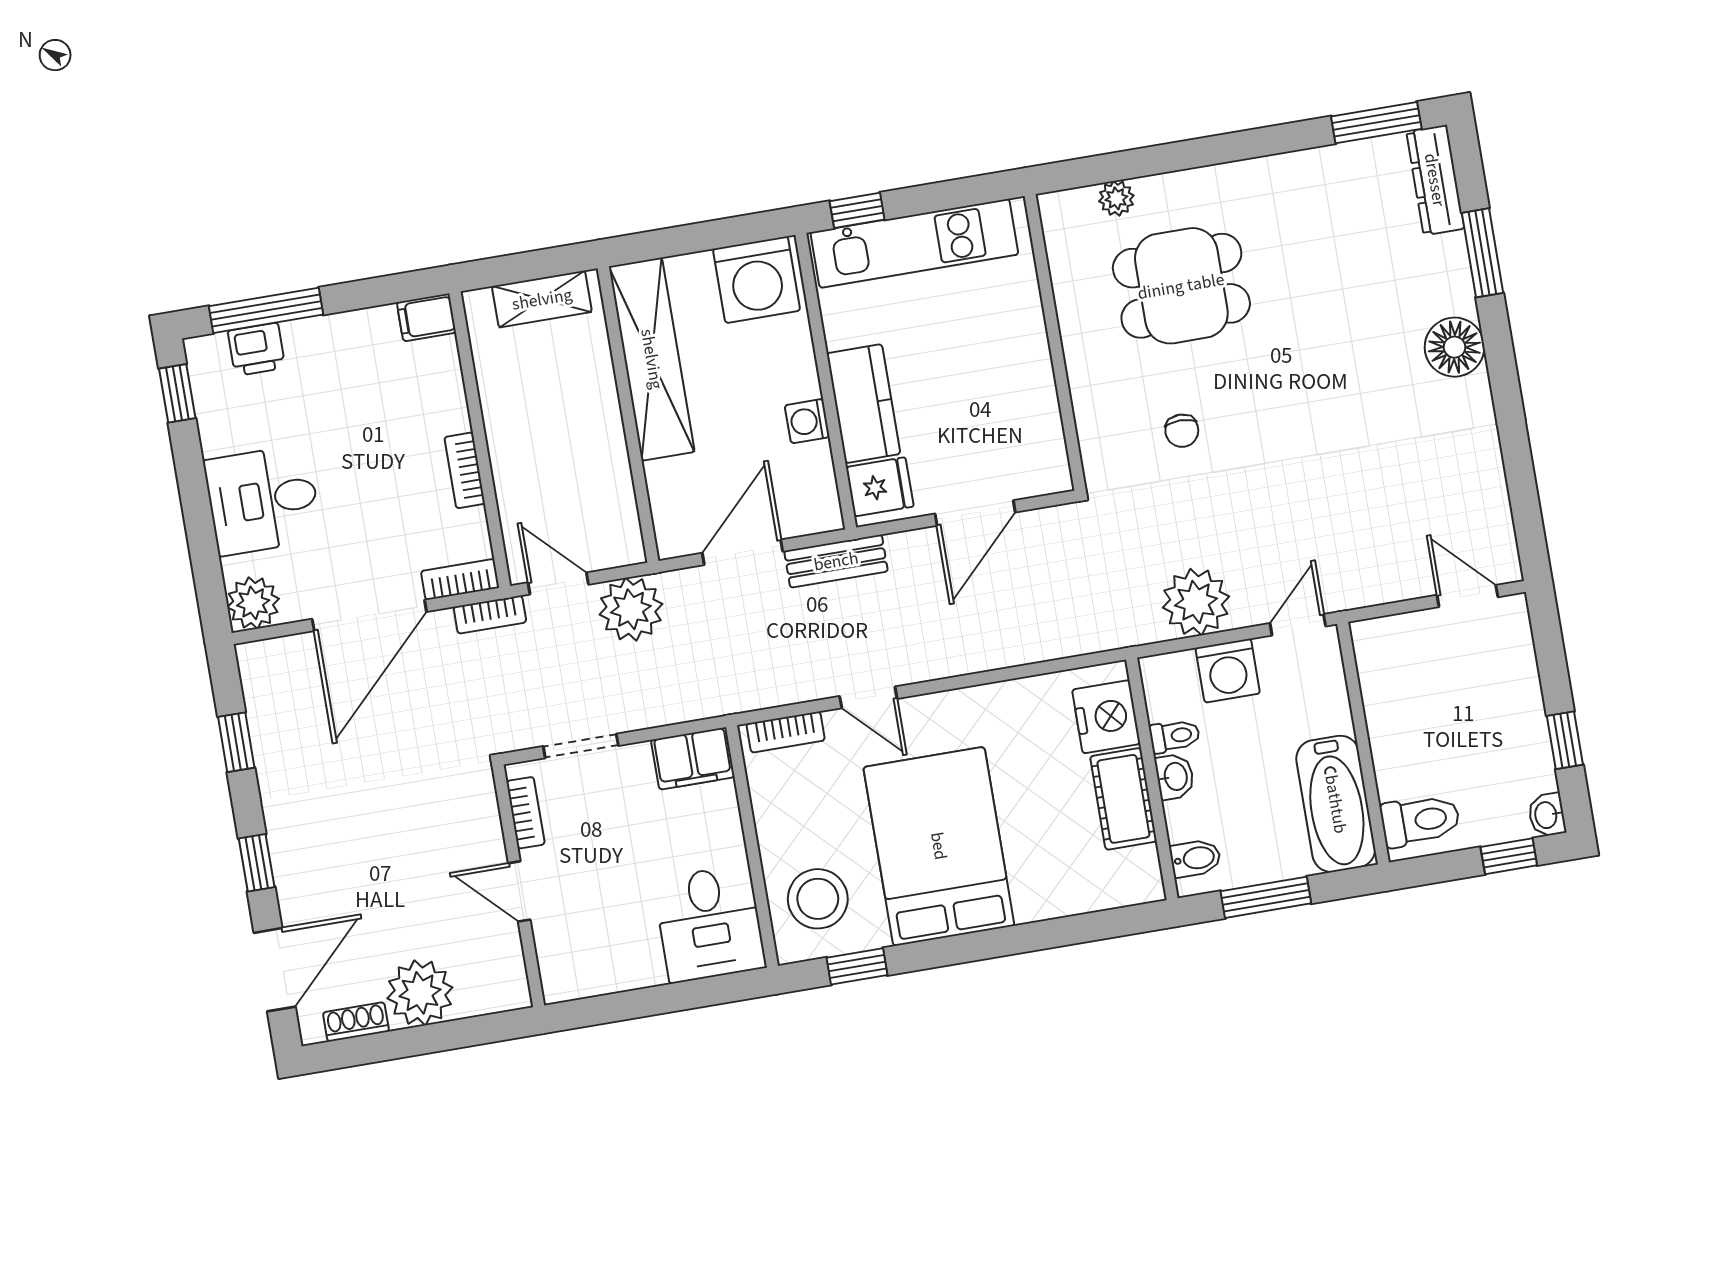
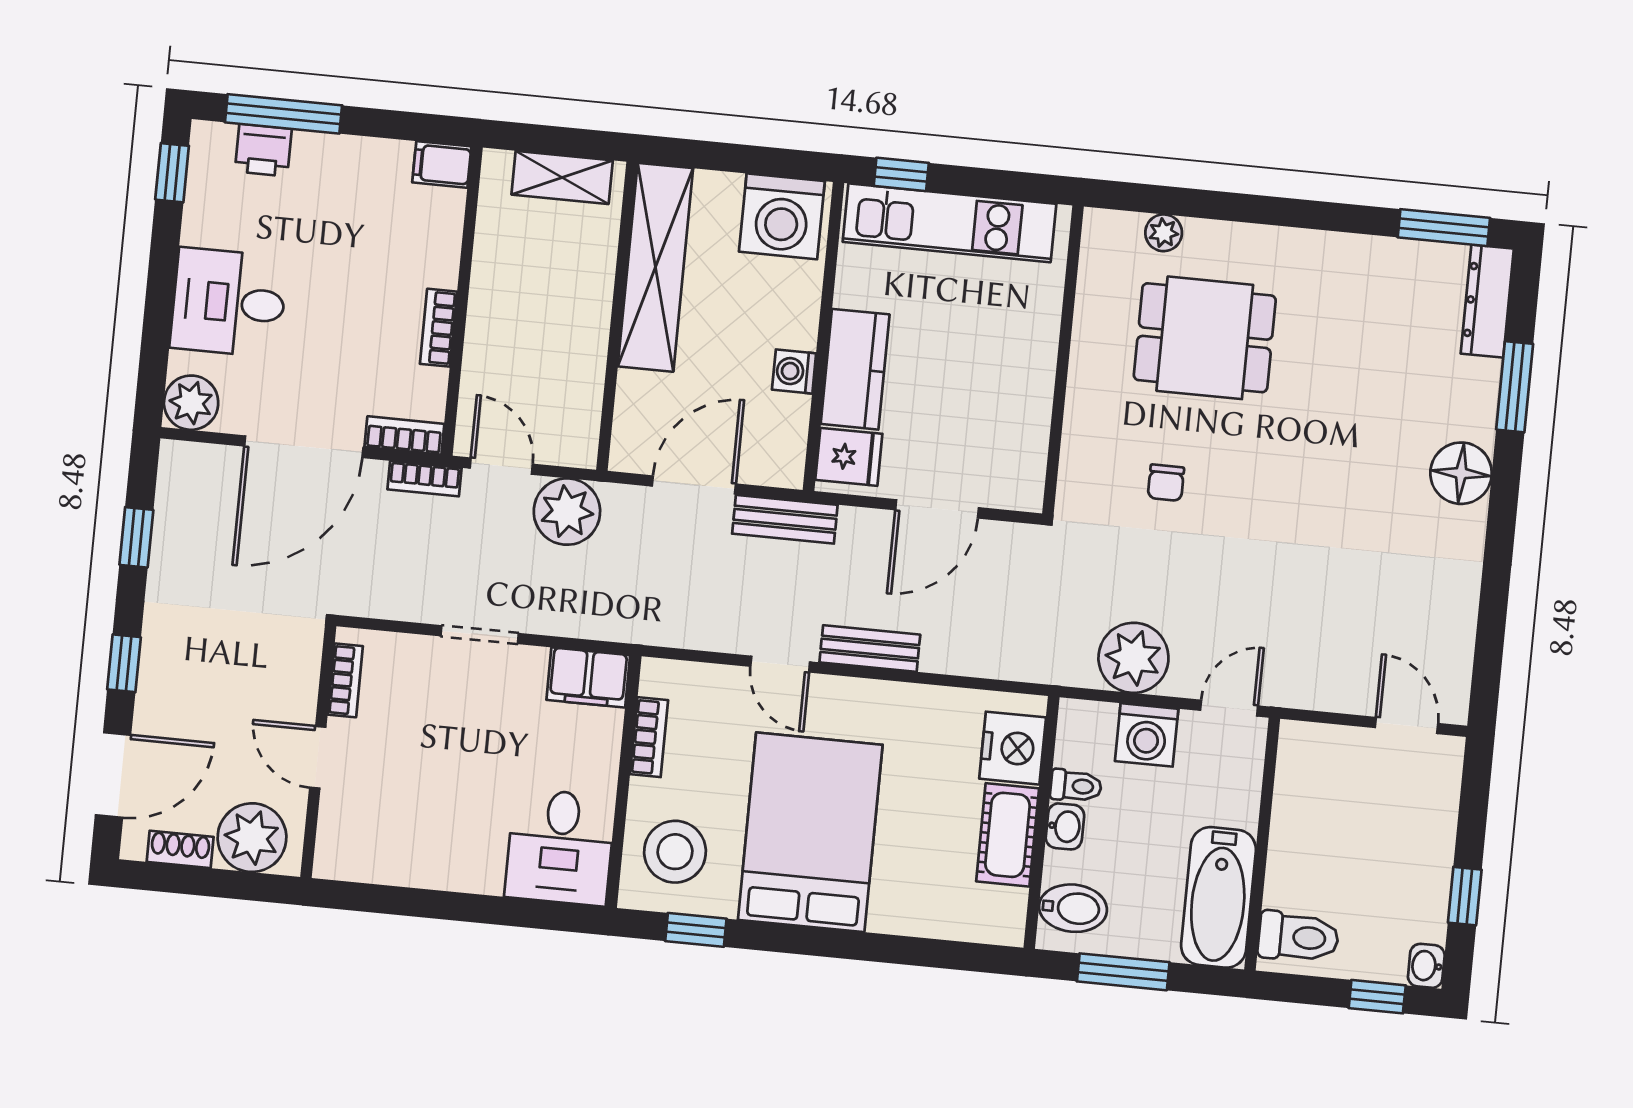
bench: (948, 660) -> (870, 648), added
bookcase: (786, 732) -> (649, 737), moved, turned -90
bookcase: (526, 813) -> (345, 680), moved
bidet: (1195, 858) -> (1073, 908), width x1.38, depth x1.36
wall: (518, 886) -> (318, 752), moved
door: (519, 891) -> (318, 757), moved

